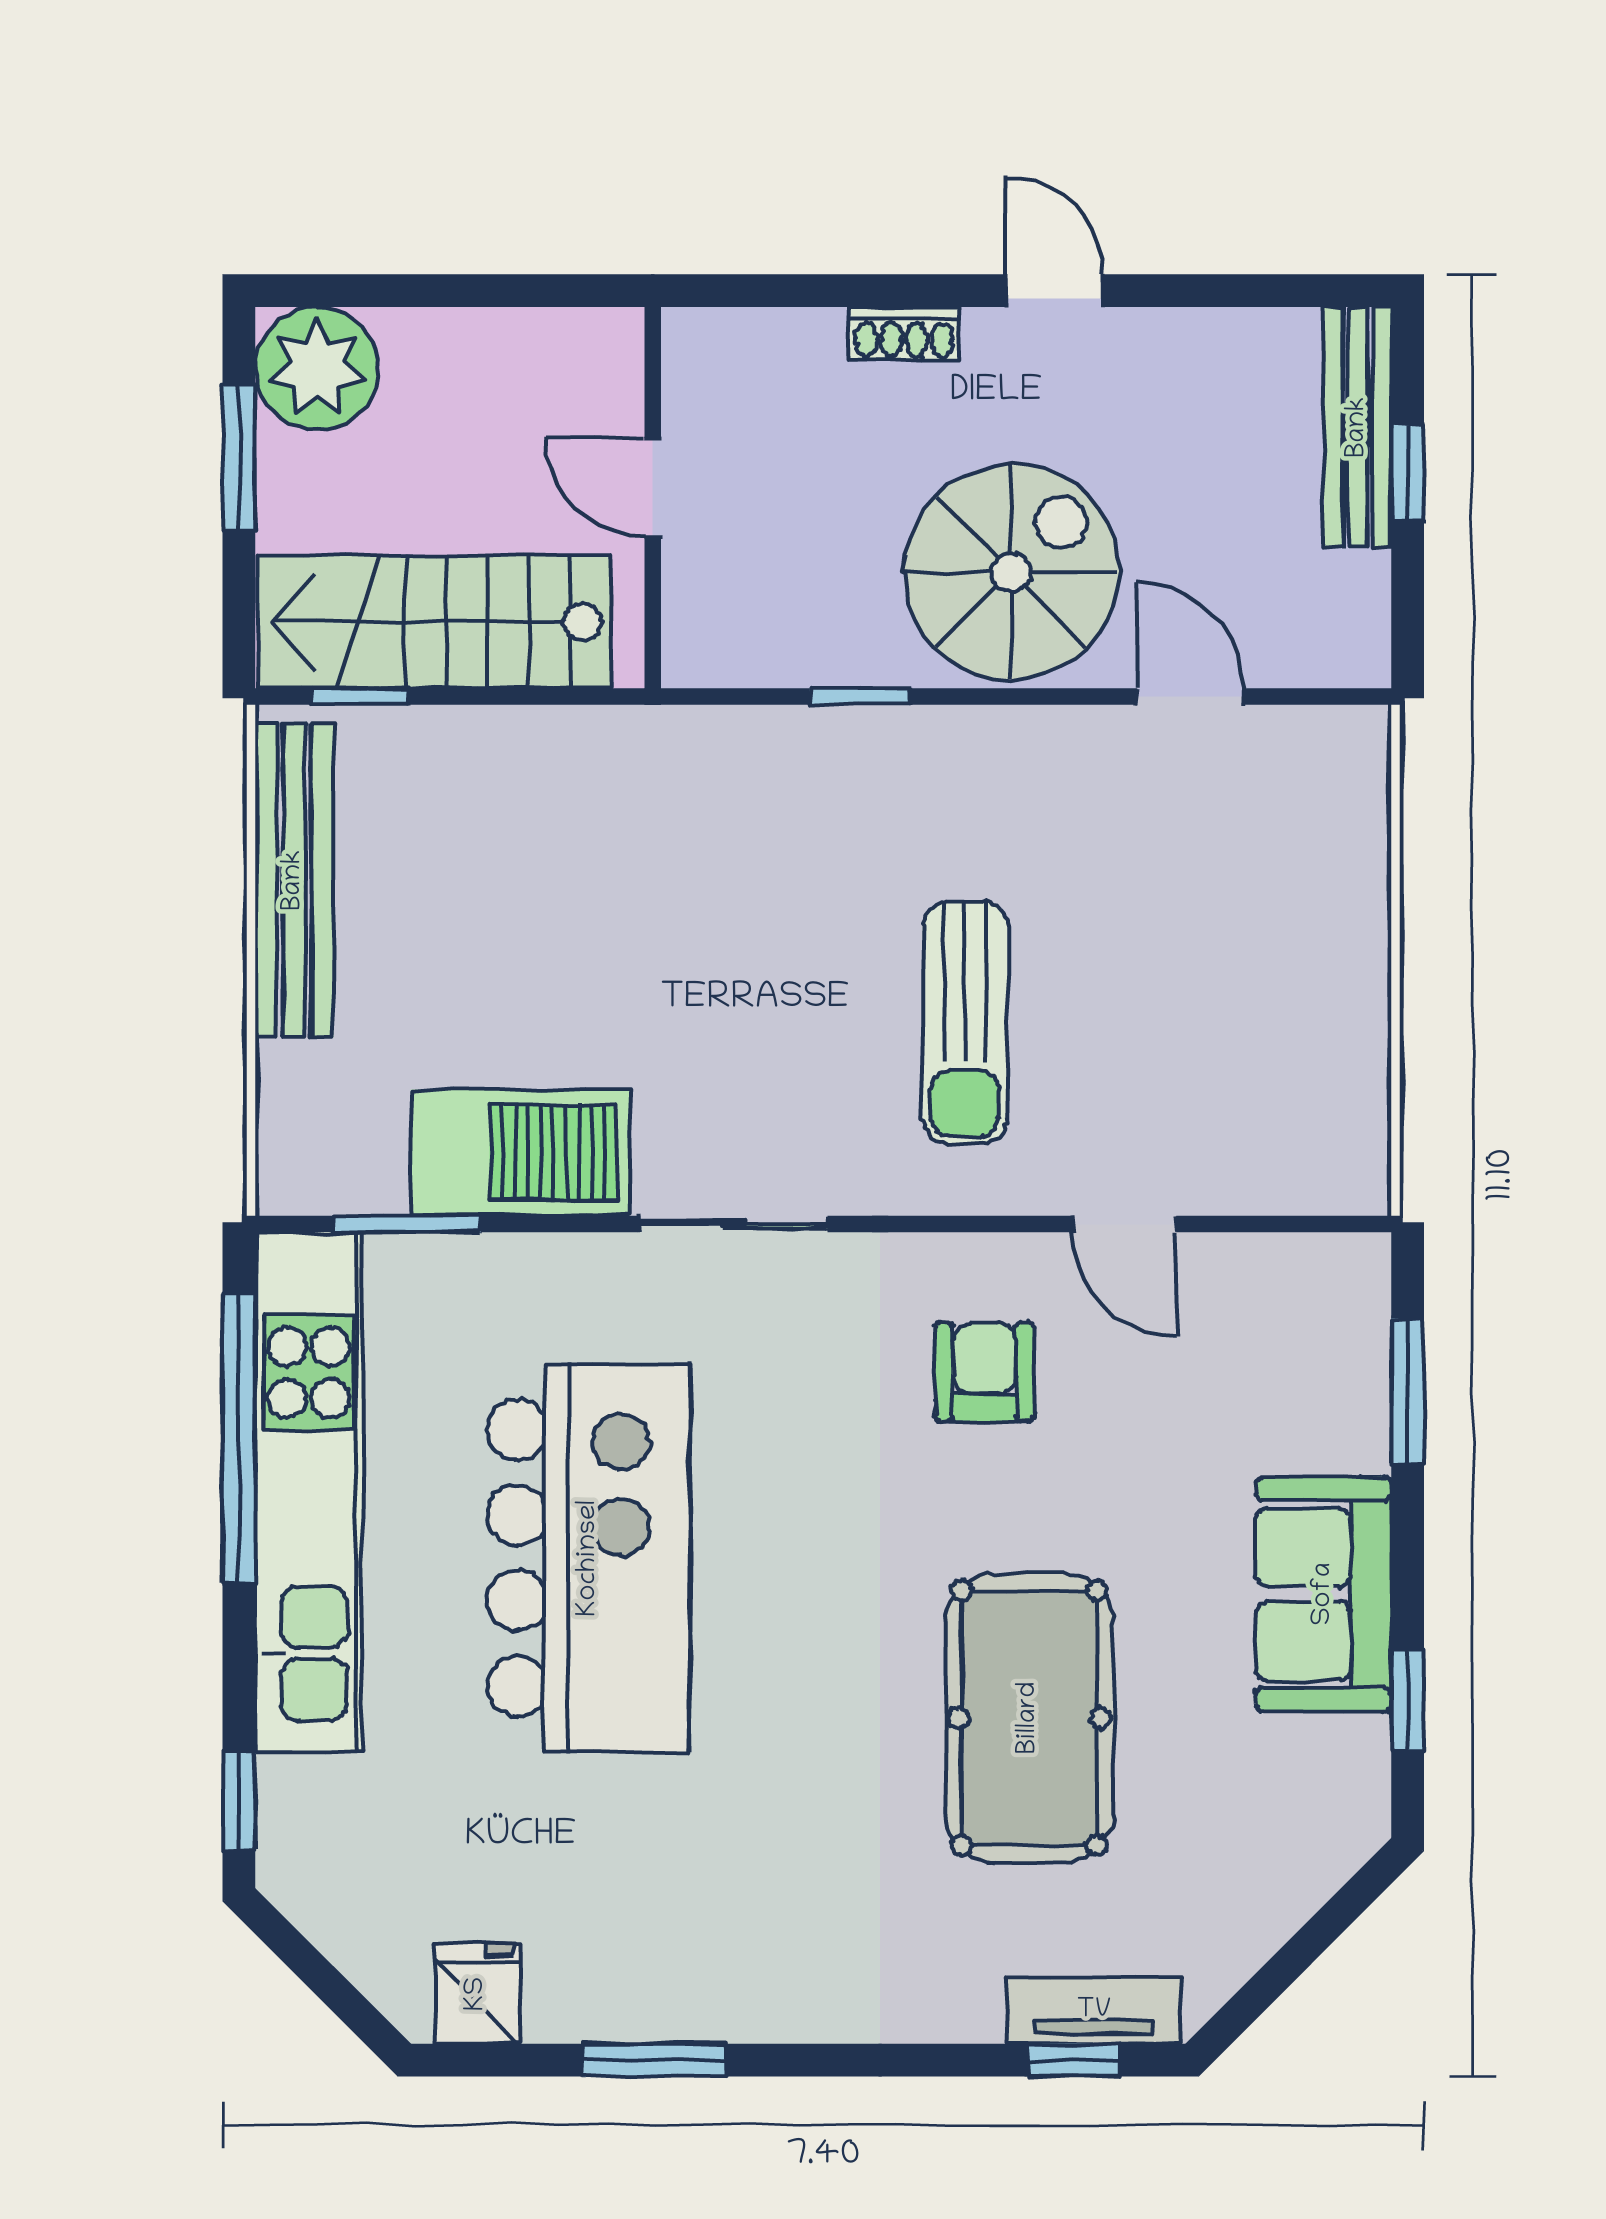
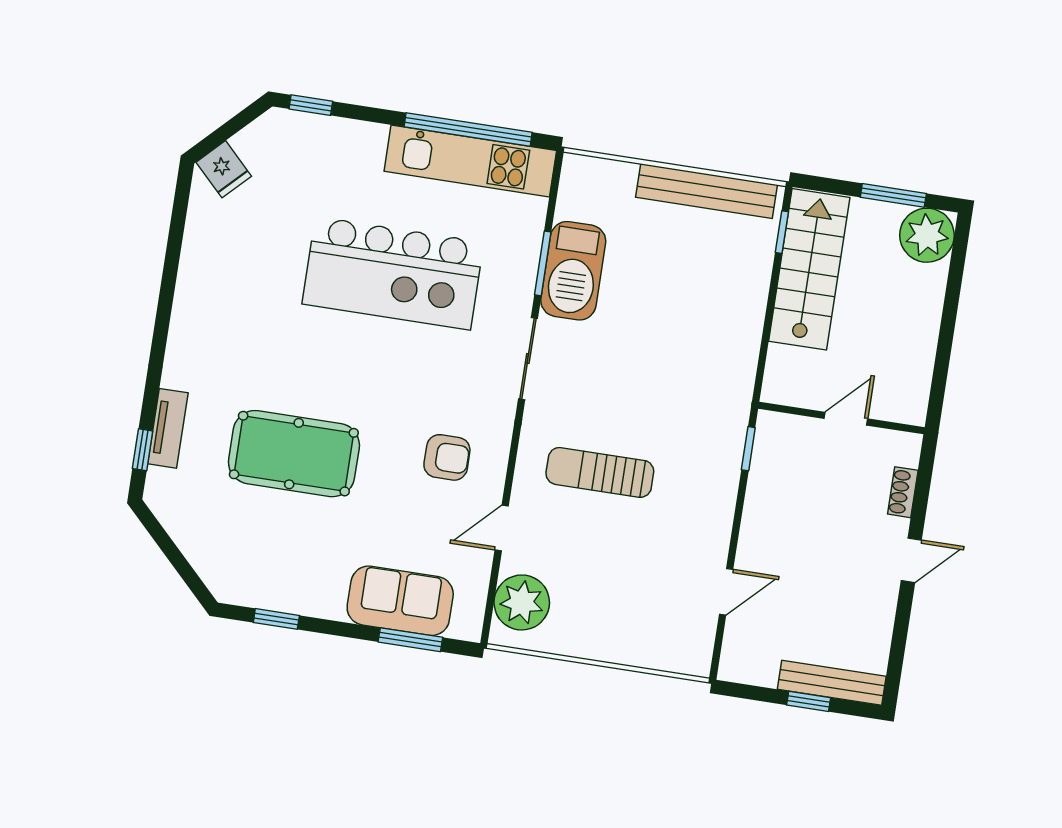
door: (653, 487) -> (846, 419), moved
wall: (653, 498) -> (841, 418), moved
spiral stairs: (1011, 572) -> (792, 523), removed
plant: (1285, 1153) -> (522, 602), added
window: (407, 1224) -> (543, 263), moved
kitchen unit: (309, 1492) -> (470, 161), width x0.73
sofa: (1324, 1594) -> (400, 601), moved
fridge: (477, 1994) -> (224, 169), moved, turned 45
tv unit: (1094, 2011) -> (168, 428), moved
window: (654, 2060) -> (171, 268), removed

